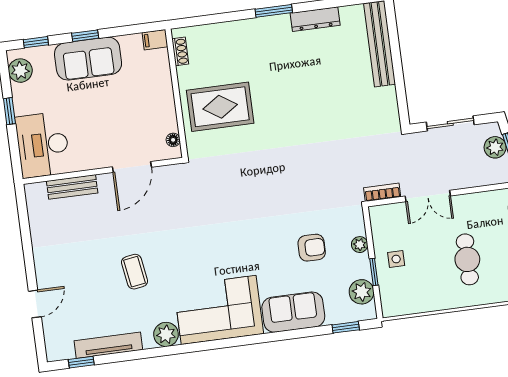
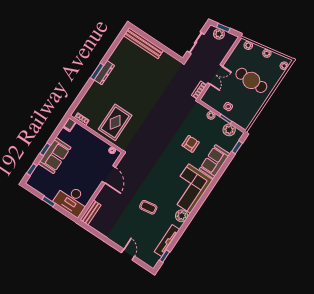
dresser: (315, 19) -> (104, 73), moved
plant: (20, 71) -> (37, 184), removed
bench: (72, 187) -> (90, 212), moved
armchair: (312, 248) -> (191, 144), moved
cafe table: (467, 259) -> (251, 80), width x1.37, depth x1.35

